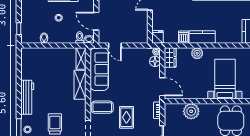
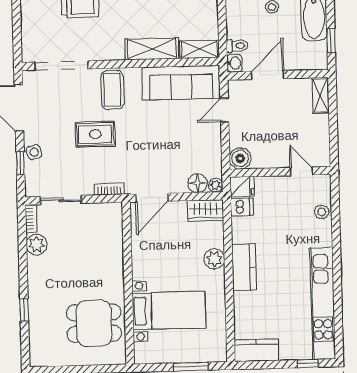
dishwasher: (184, 37) -> (242, 207), moved
boiler: (142, 38) -> (240, 158), added
plant: (191, 111) -> (109, 251), removed

